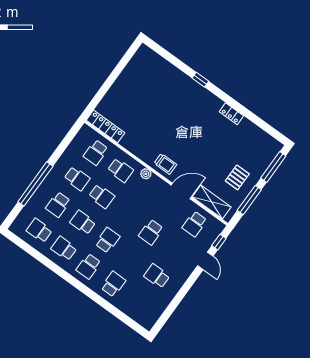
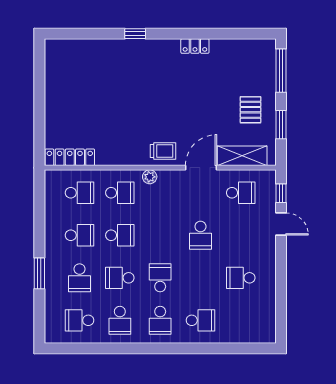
school desk: (96, 152) -> (80, 193), turned -90
window: (35, 184) -> (39, 273), width x0.47
window: (249, 200) -> (281, 125), width x0.69
school desk: (194, 224) -> (241, 193), turned -90
school desk: (64, 248) -> (120, 320), turned -90
school desk: (113, 284) -> (200, 320), turned 90

